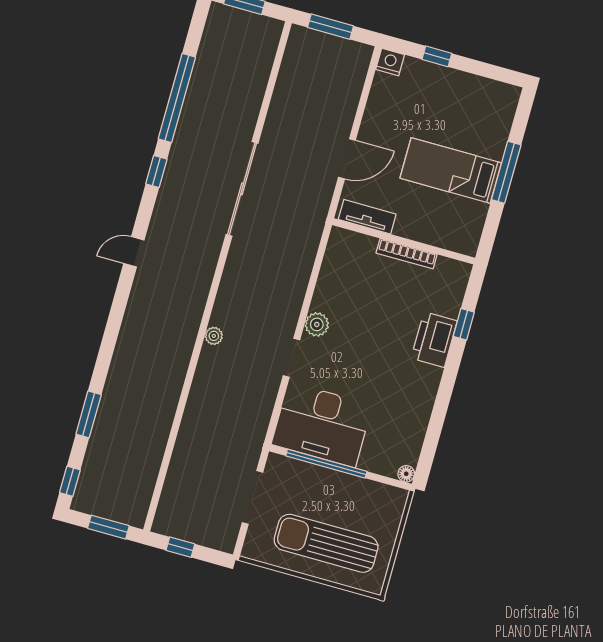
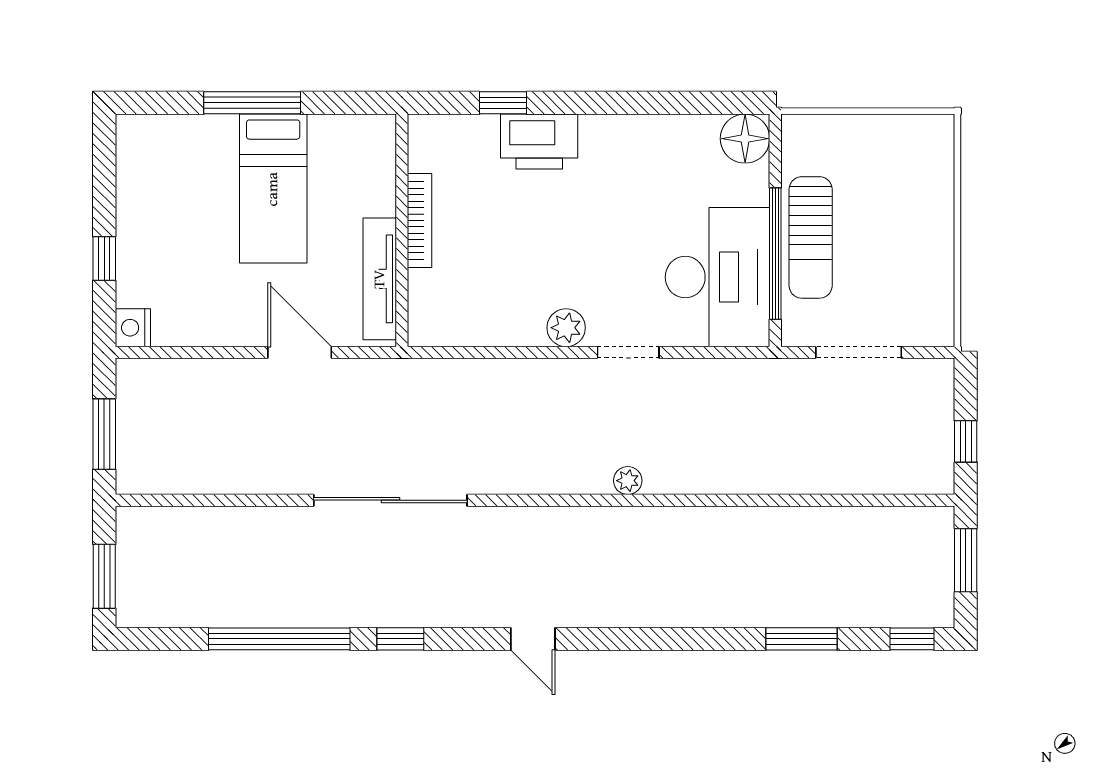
tv unit: (367, 217) -> (380, 279), width x1.41
floor lamp: (406, 474) -> (745, 139), width x1.89, depth x1.89
sun lounger: (326, 543) -> (811, 237), moved, width x0.73, depth x0.75

